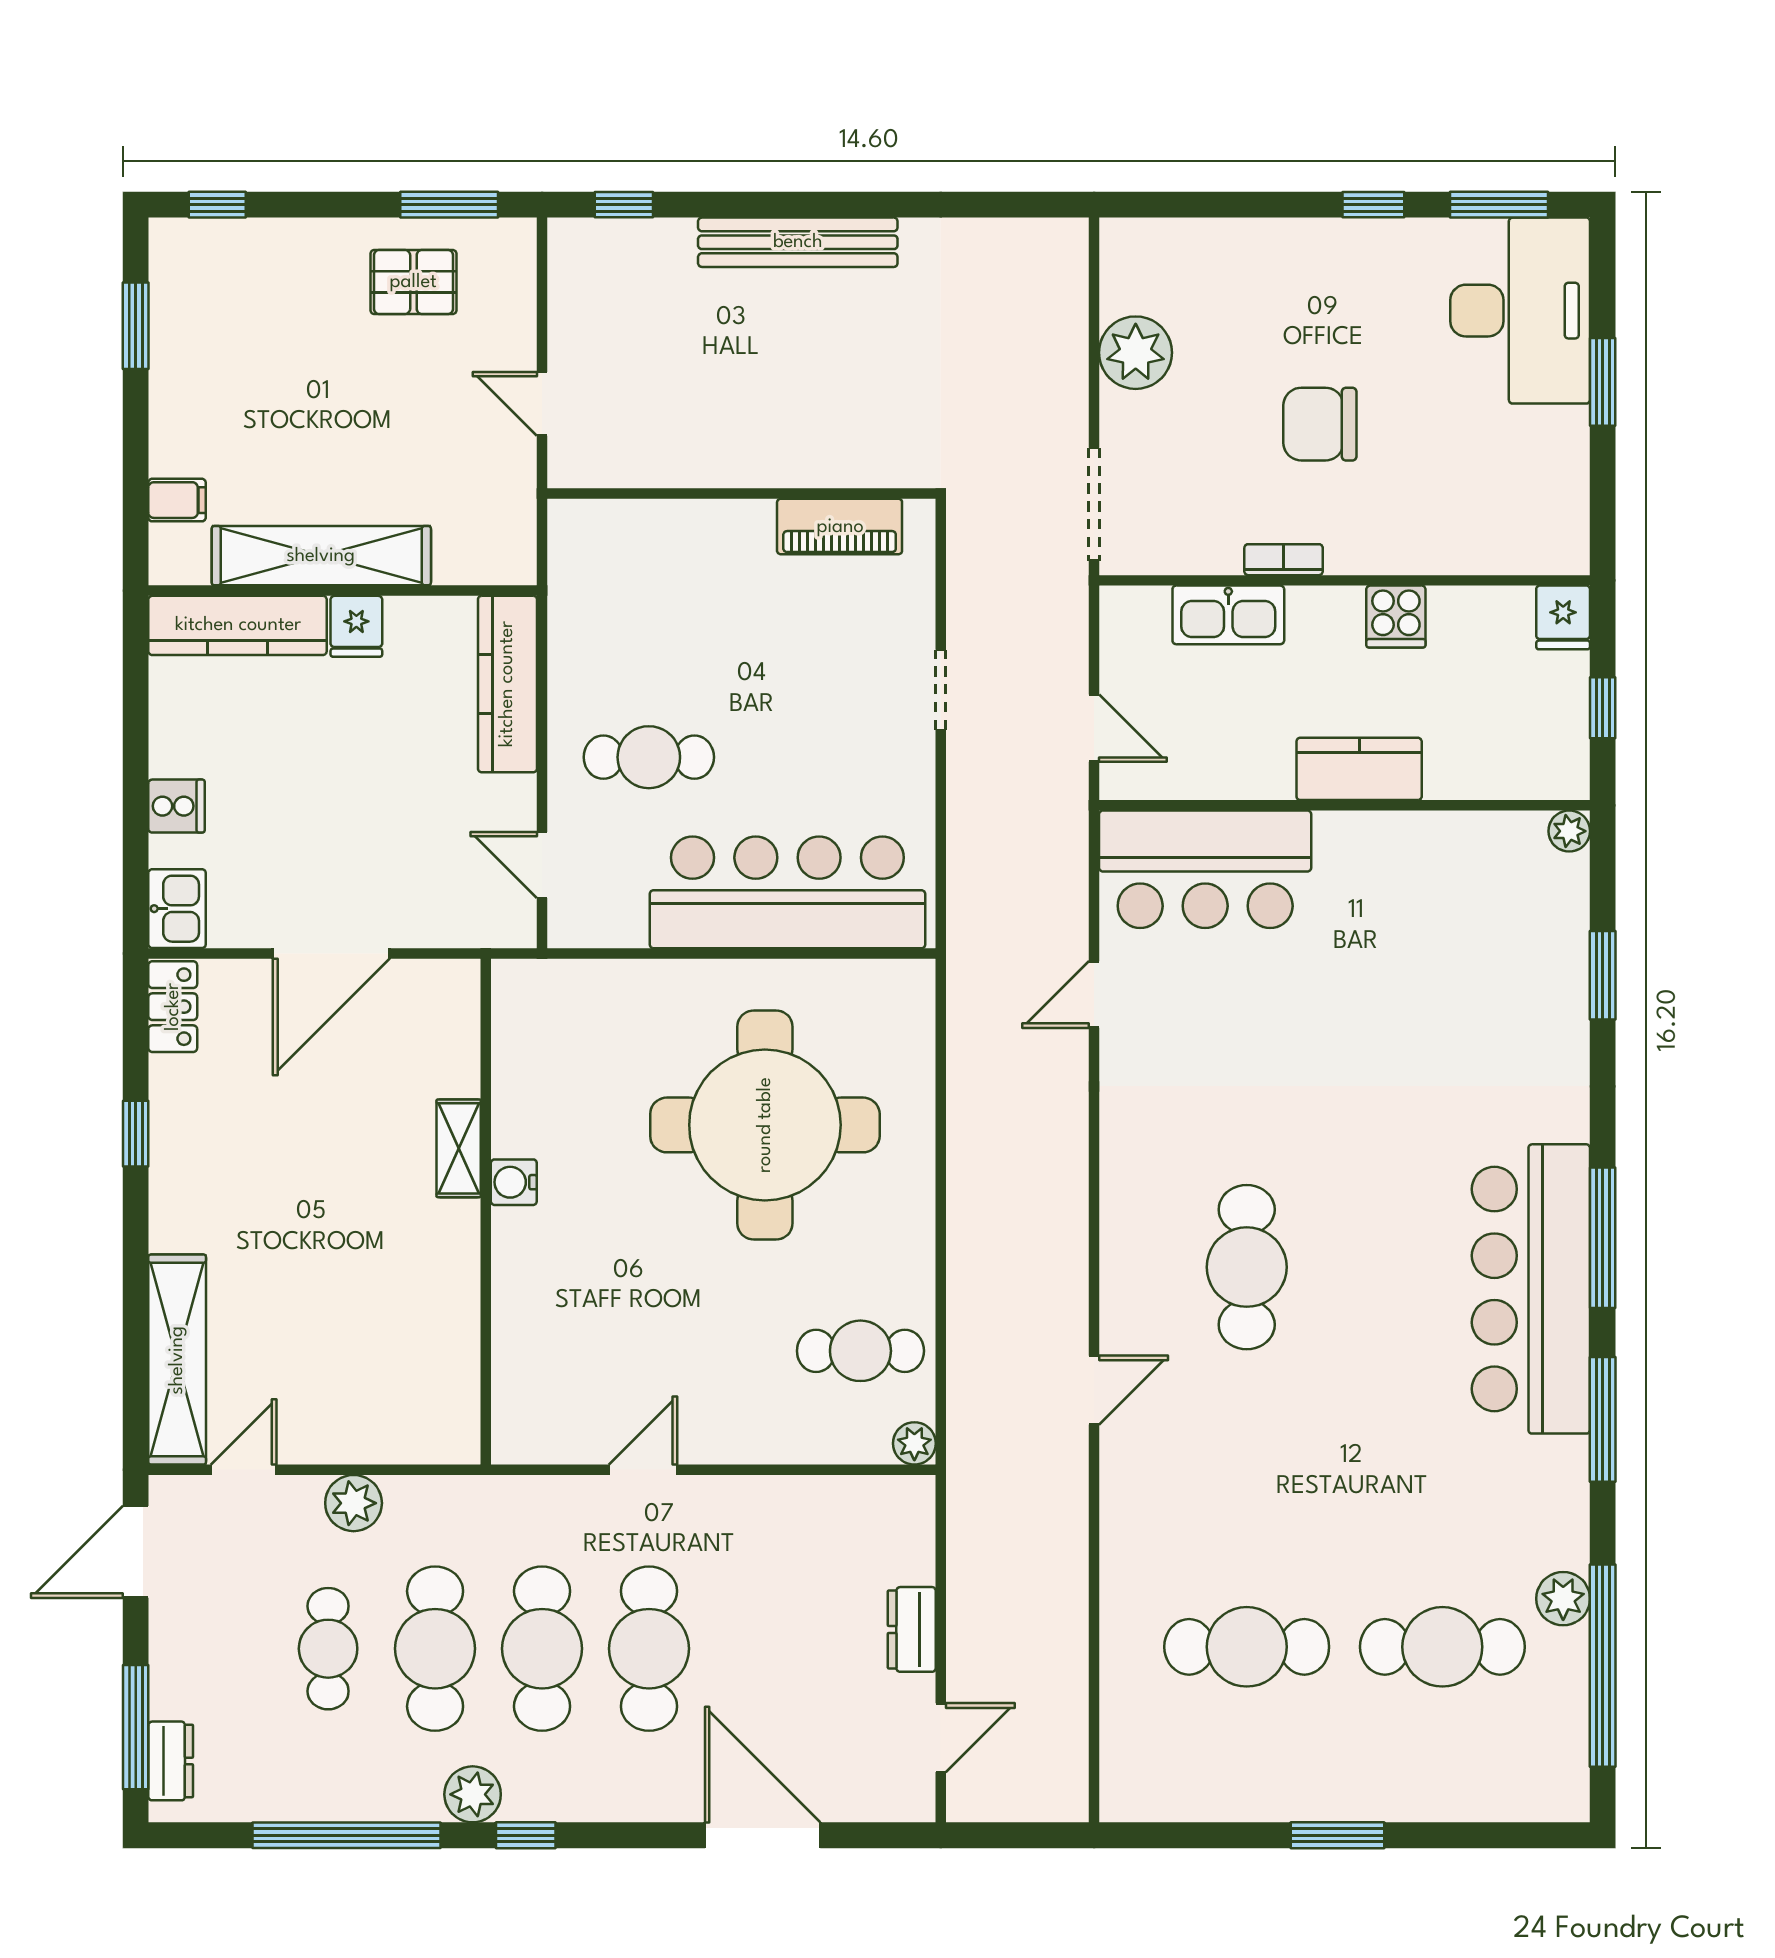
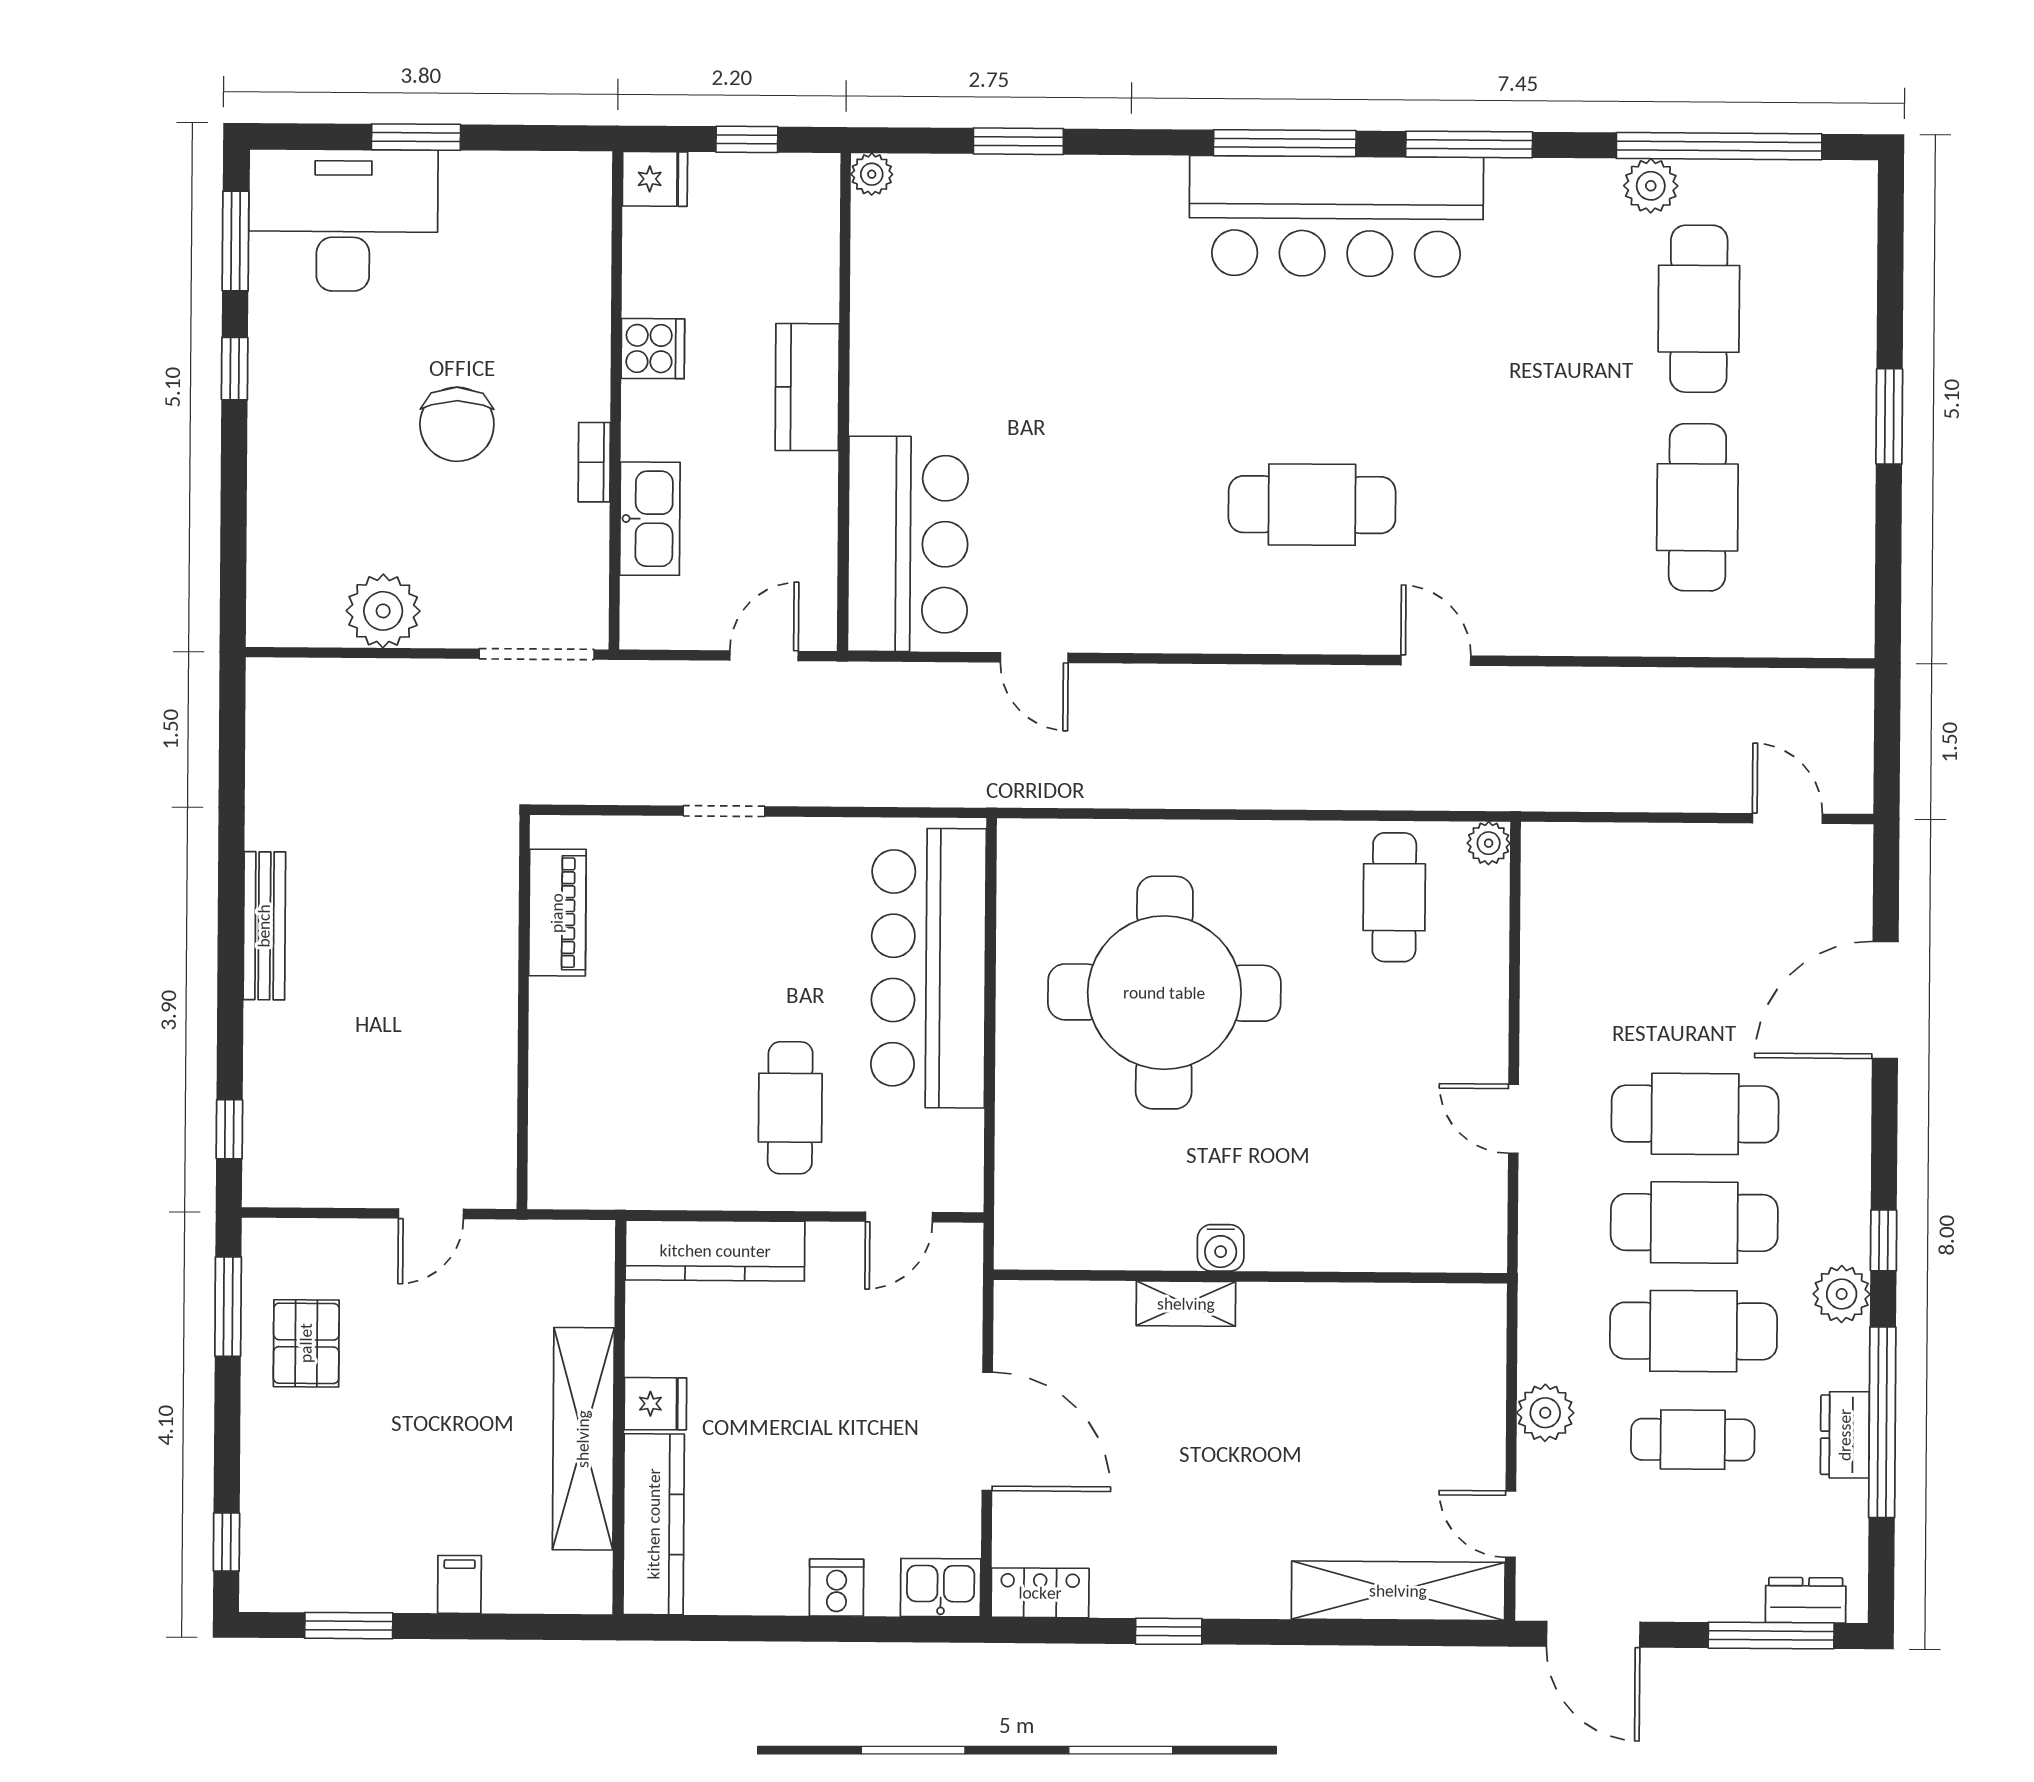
bench: (798, 242) -> (264, 926), width x0.73, depth x0.82
filing cabinet: (177, 500) -> (459, 1584), moved
dresser: (912, 1629) -> (1845, 1435), moved, turned 90

